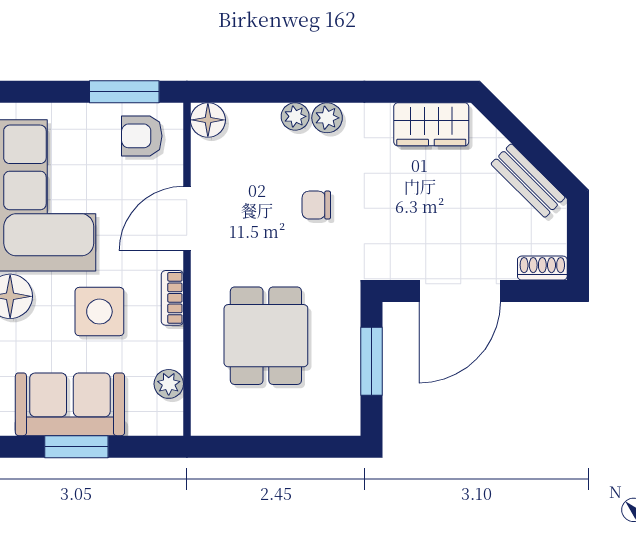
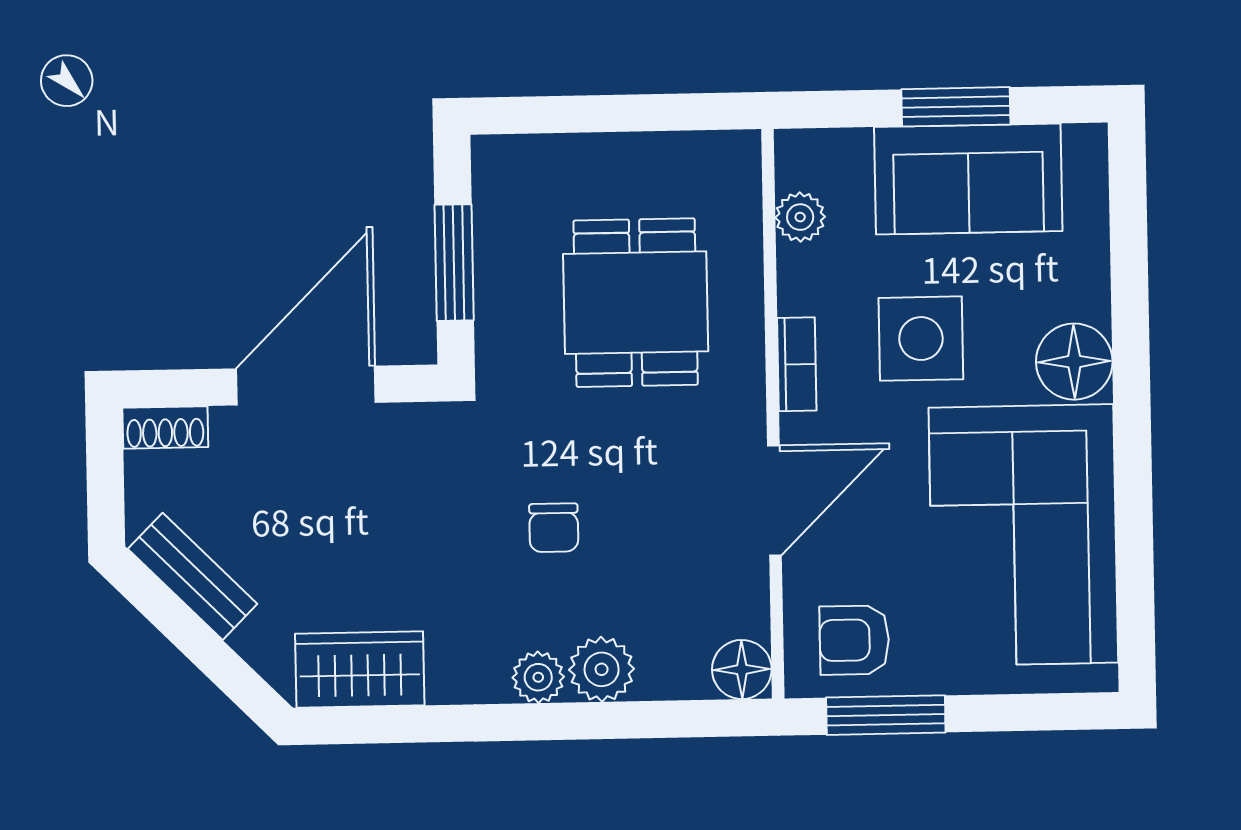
plant: (295, 116) -> (602, 669), width x1.38, depth x1.38
armchair: (142, 136) -> (854, 640), turned 180
chair: (316, 205) -> (554, 528), turned 90

